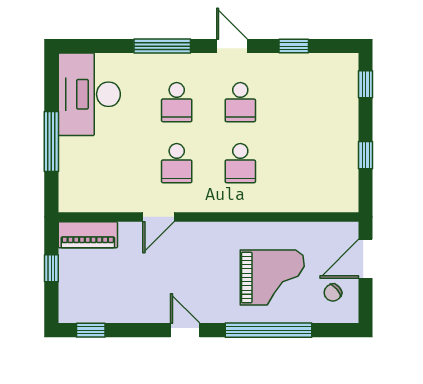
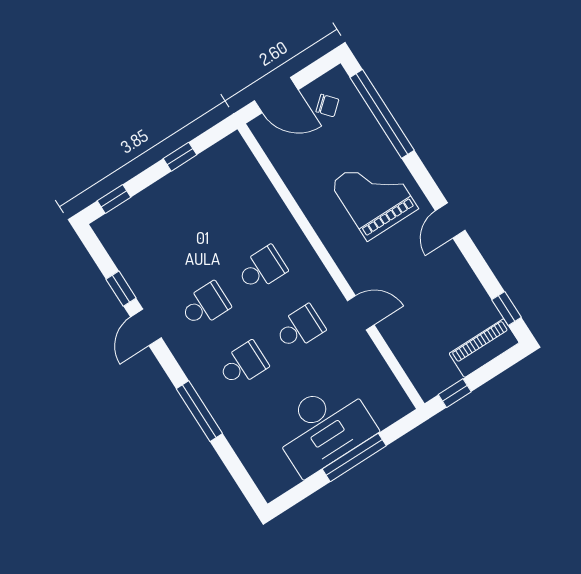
door: (232, 46) -> (146, 327), moved
desk: (89, 94) -> (324, 427), moved
piano: (88, 235) -> (484, 348), moved, turned -90
window: (51, 268) -> (455, 393), moved
grand piano: (272, 277) -> (374, 196), moved
window: (268, 330) -> (382, 114), moved

